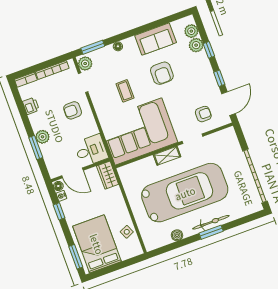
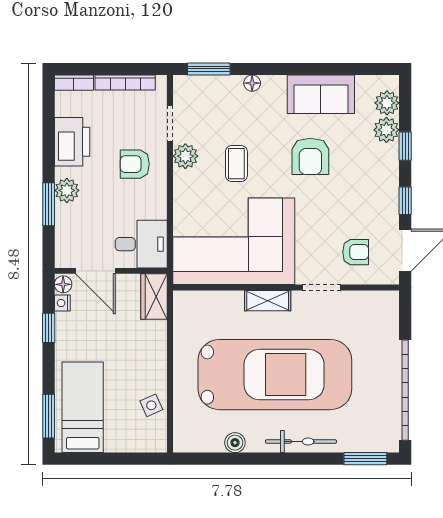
plant: (85, 64) -> (185, 156), moved
printer: (31, 106) -> (72, 142), width x1.87, depth x1.48
window: (211, 232) -> (365, 459), moved
bed: (97, 244) -> (83, 407), width x0.67

